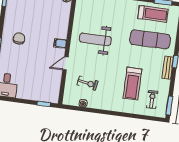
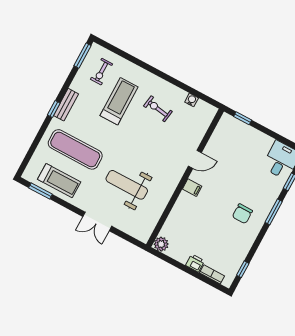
treadmill: (153, 14) -> (59, 181), turned 180
weight bench: (95, 39) -> (127, 185), moved, turned 180
exercise bike: (87, 83) -> (158, 109), moved

